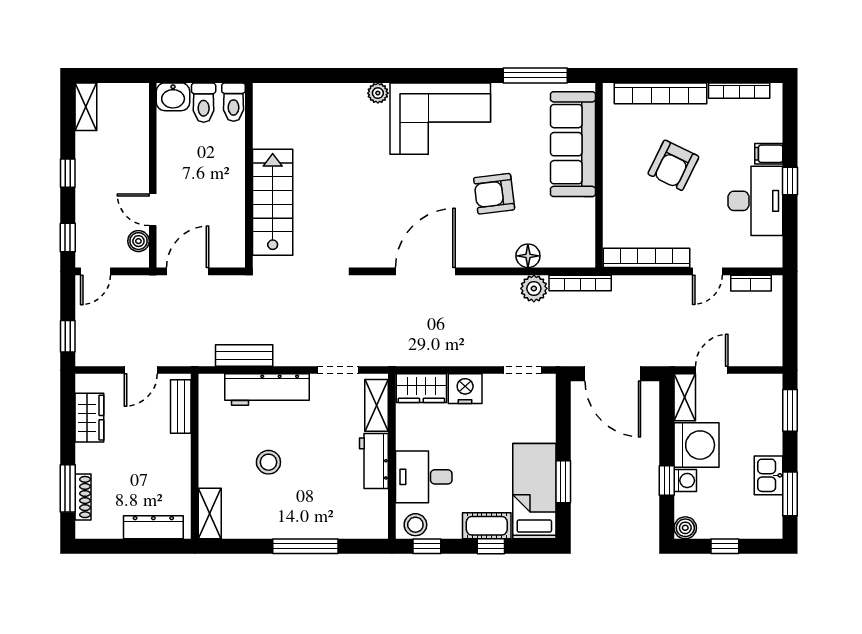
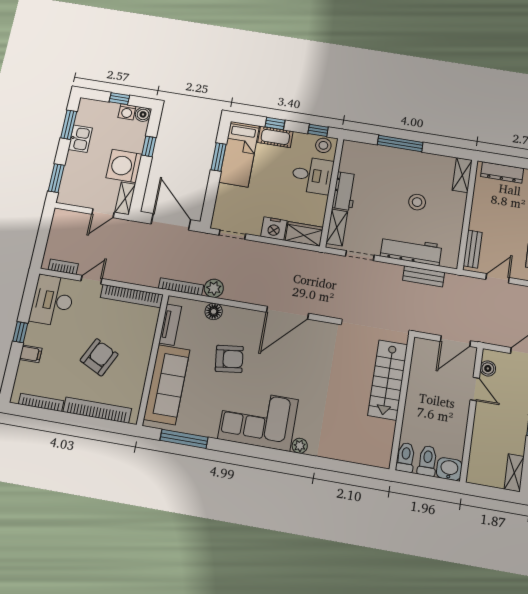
desk: (755, 201) -> (52, 300), moved
tv unit: (585, 227) -> (170, 325), added
washing machine: (685, 480) -> (127, 112), moved, turned -90

